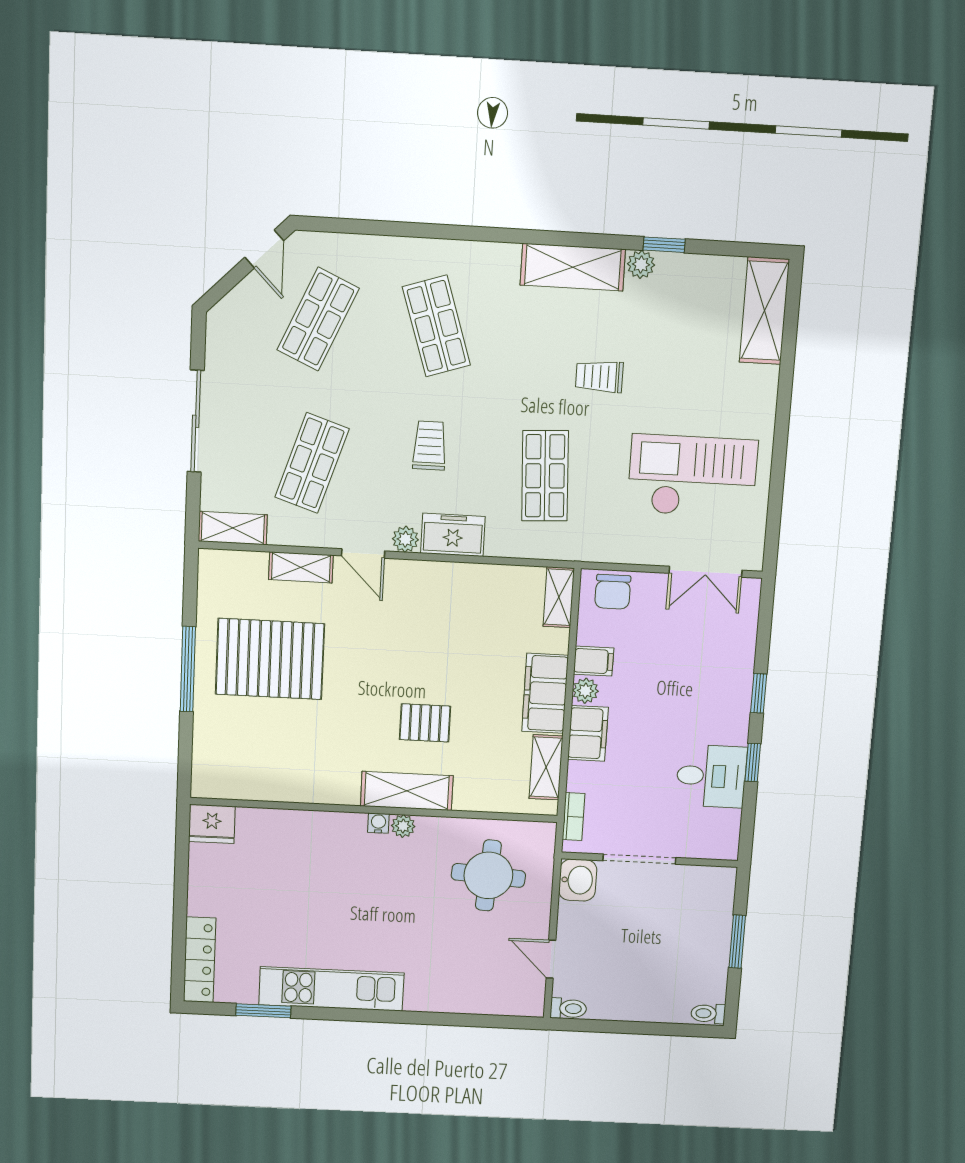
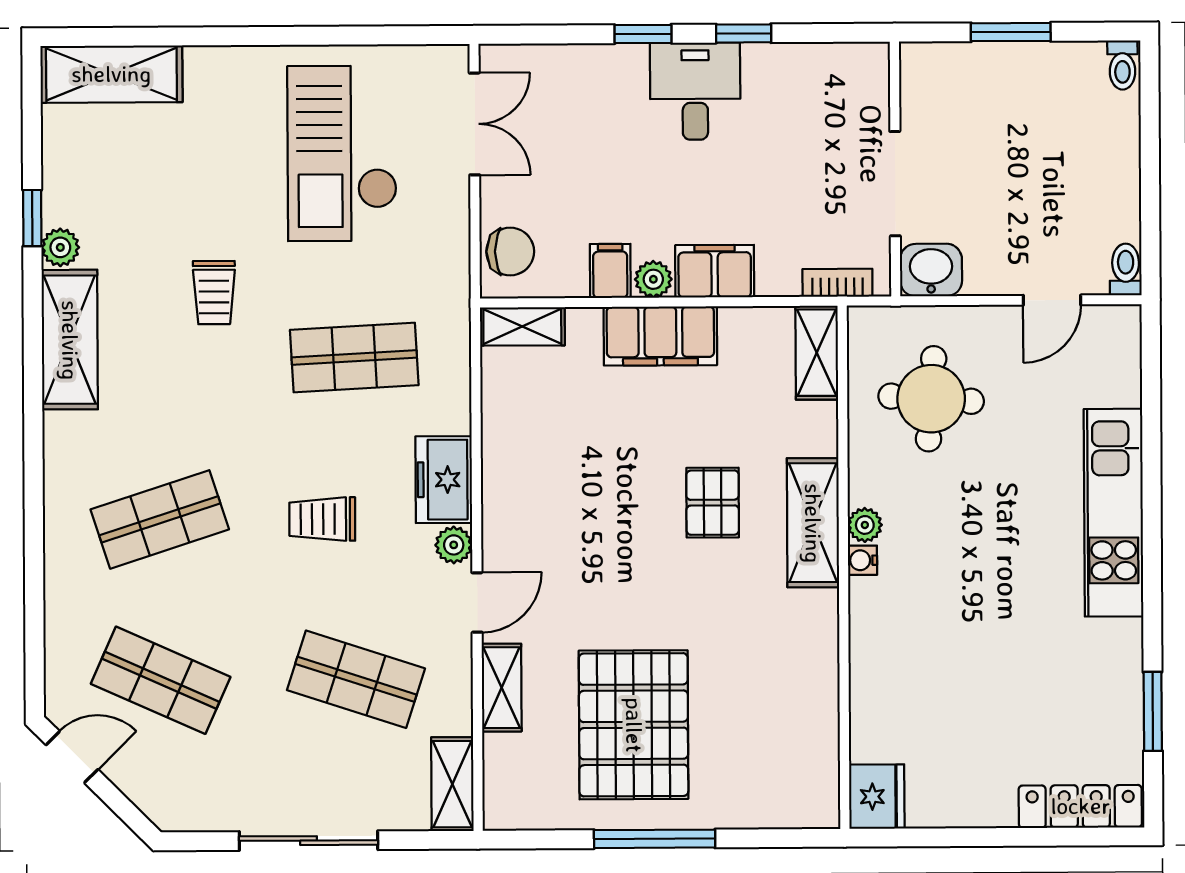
shelving: (546, 767) -> (817, 353), moved, turned 90
desk: (711, 776) -> (695, 91), moved
kitchen unit: (331, 989) -> (1114, 513), moved

